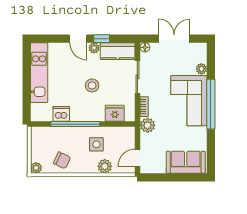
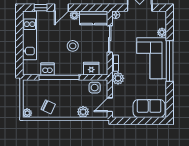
door: (78, 39) -> (61, 8), hinge flipped
window: (102, 39) -> (41, 8), moved
side table: (96, 144) -> (95, 88), moved

